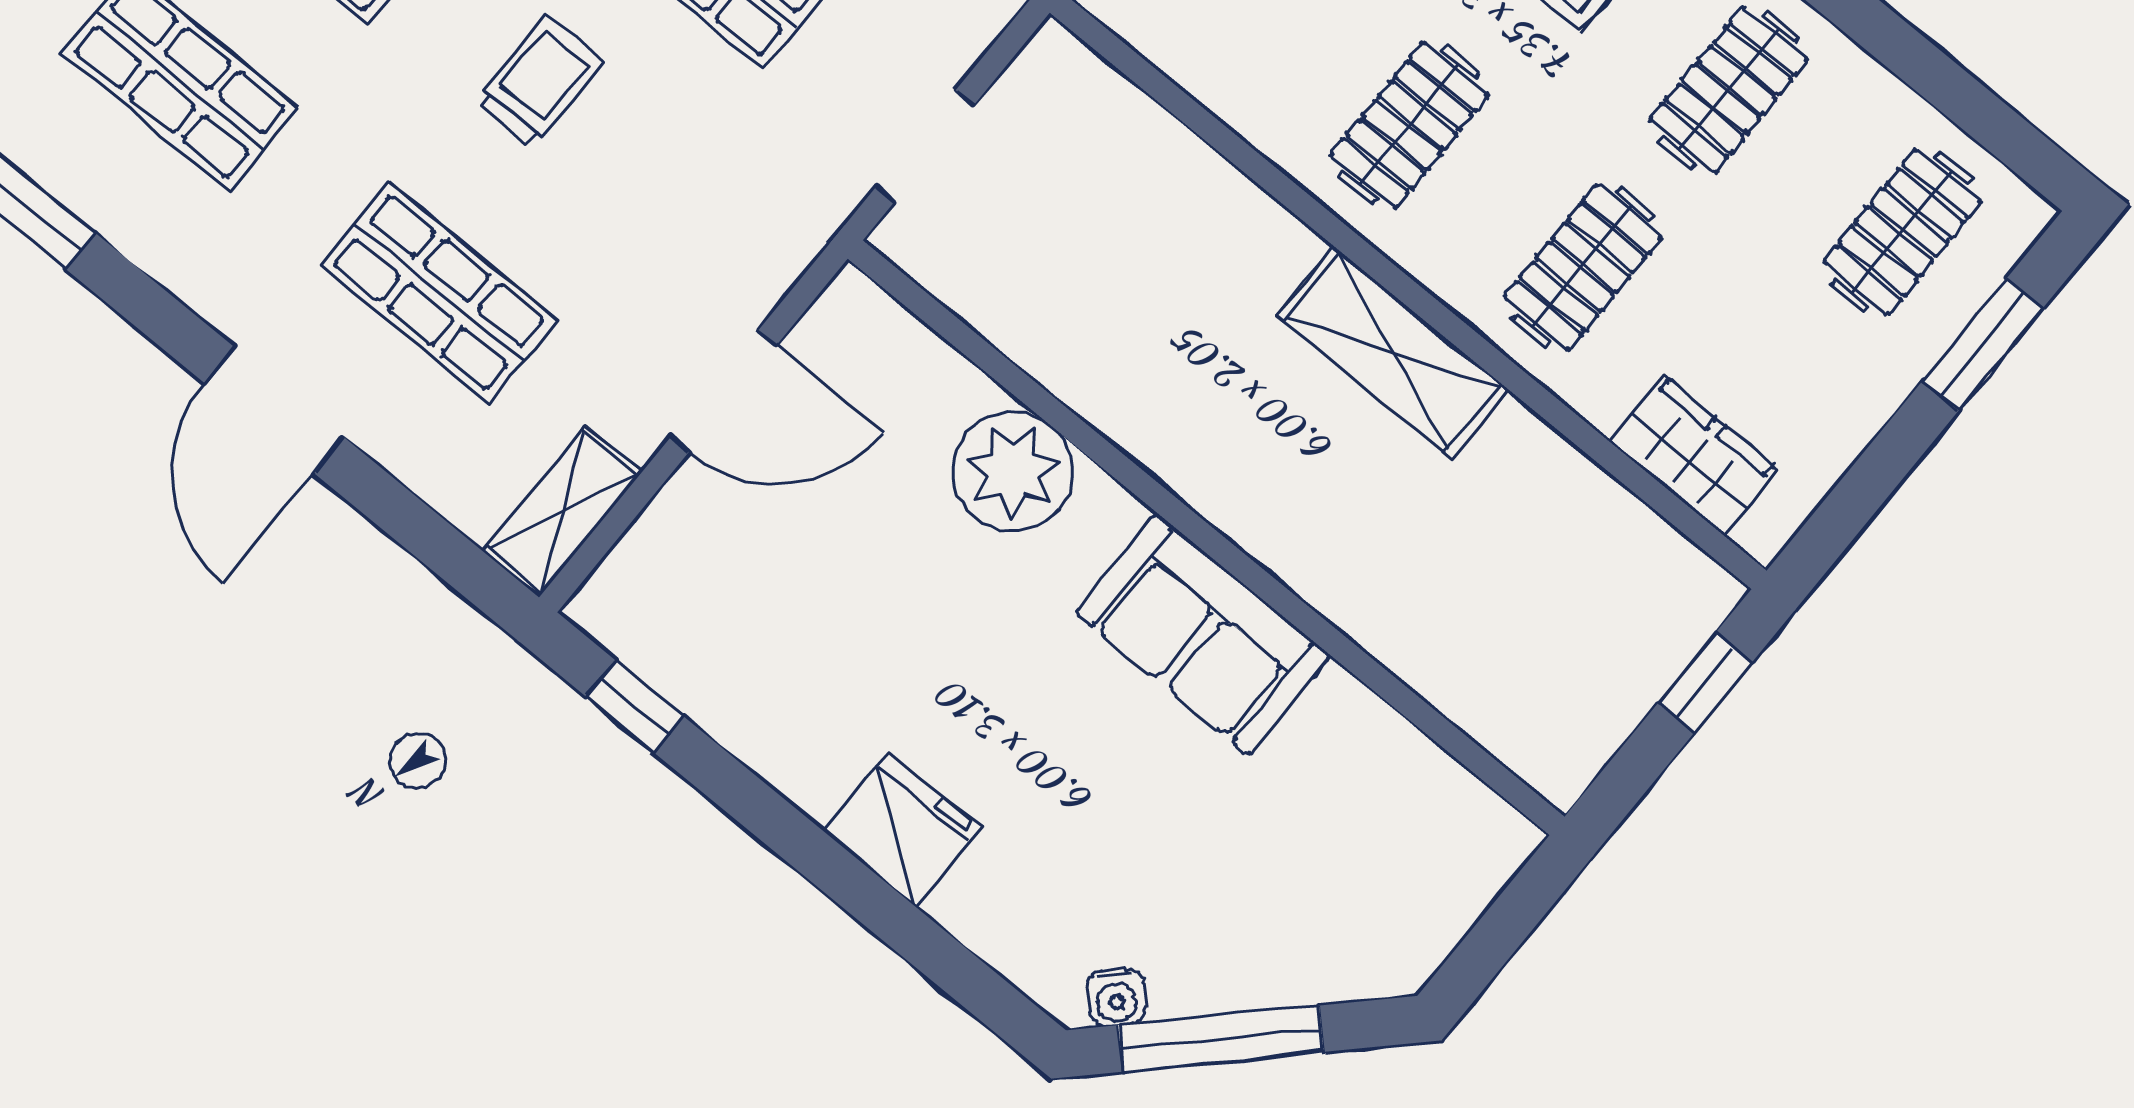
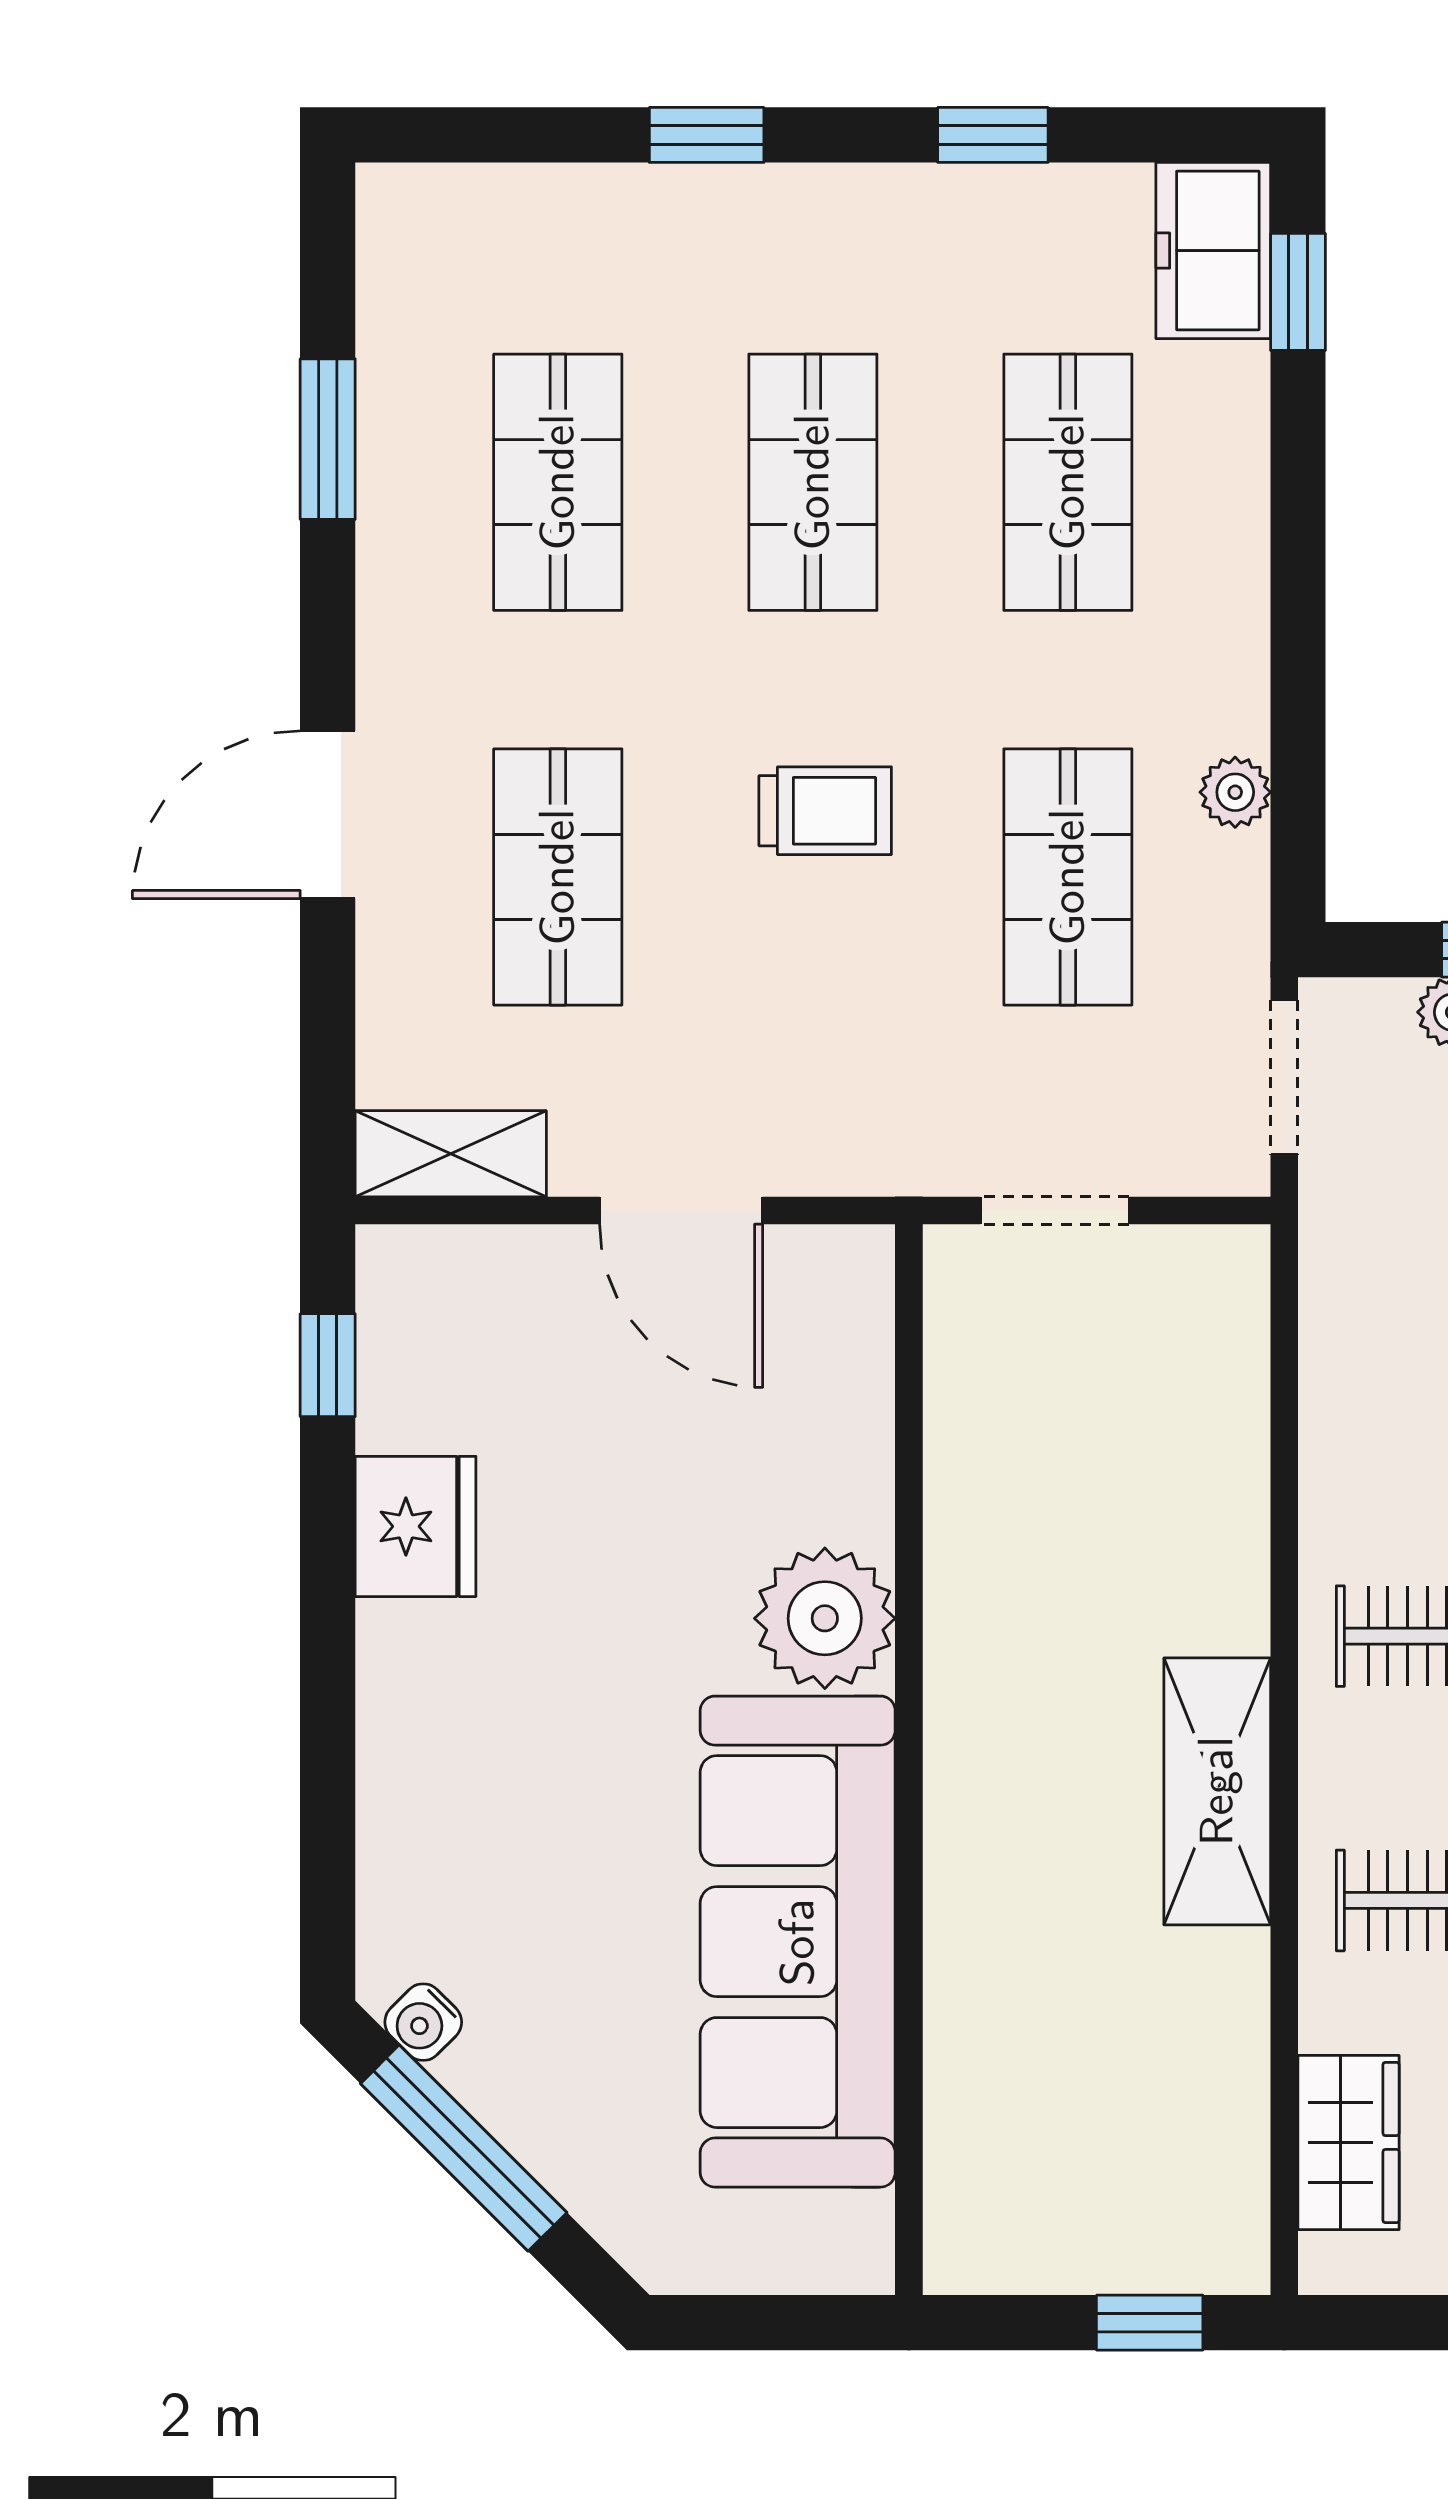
plant: (1013, 471) -> (825, 1618), moved
sofa: (1203, 634) -> (798, 1942), width x1.85, depth x1.27
fridge: (902, 829) -> (416, 1526), moved

